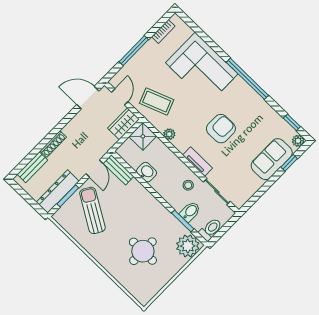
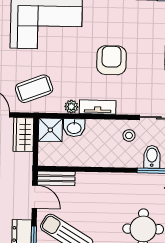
tv unit: (198, 162) -> (98, 107), moved
washbasin: (147, 172) -> (74, 128), moved, turned 180

